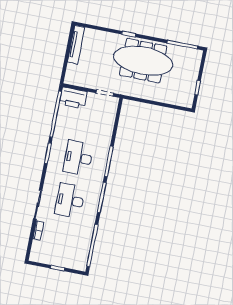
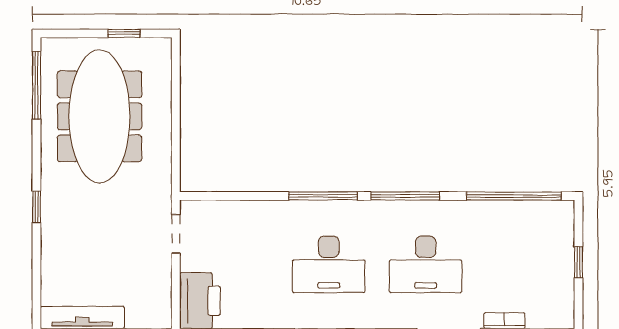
meeting table: (143, 61) -> (100, 116), moved

